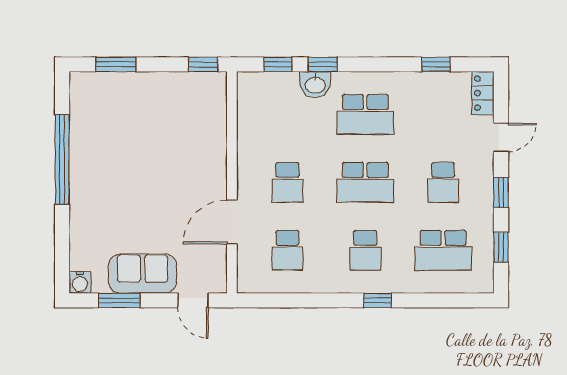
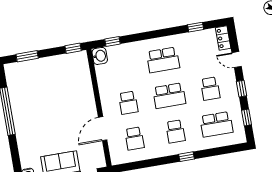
window: (323, 64) -> (136, 37), removed
washbasin: (315, 85) -> (100, 56), moved, turned -90
door: (501, 137) -> (237, 60), swing flipped

